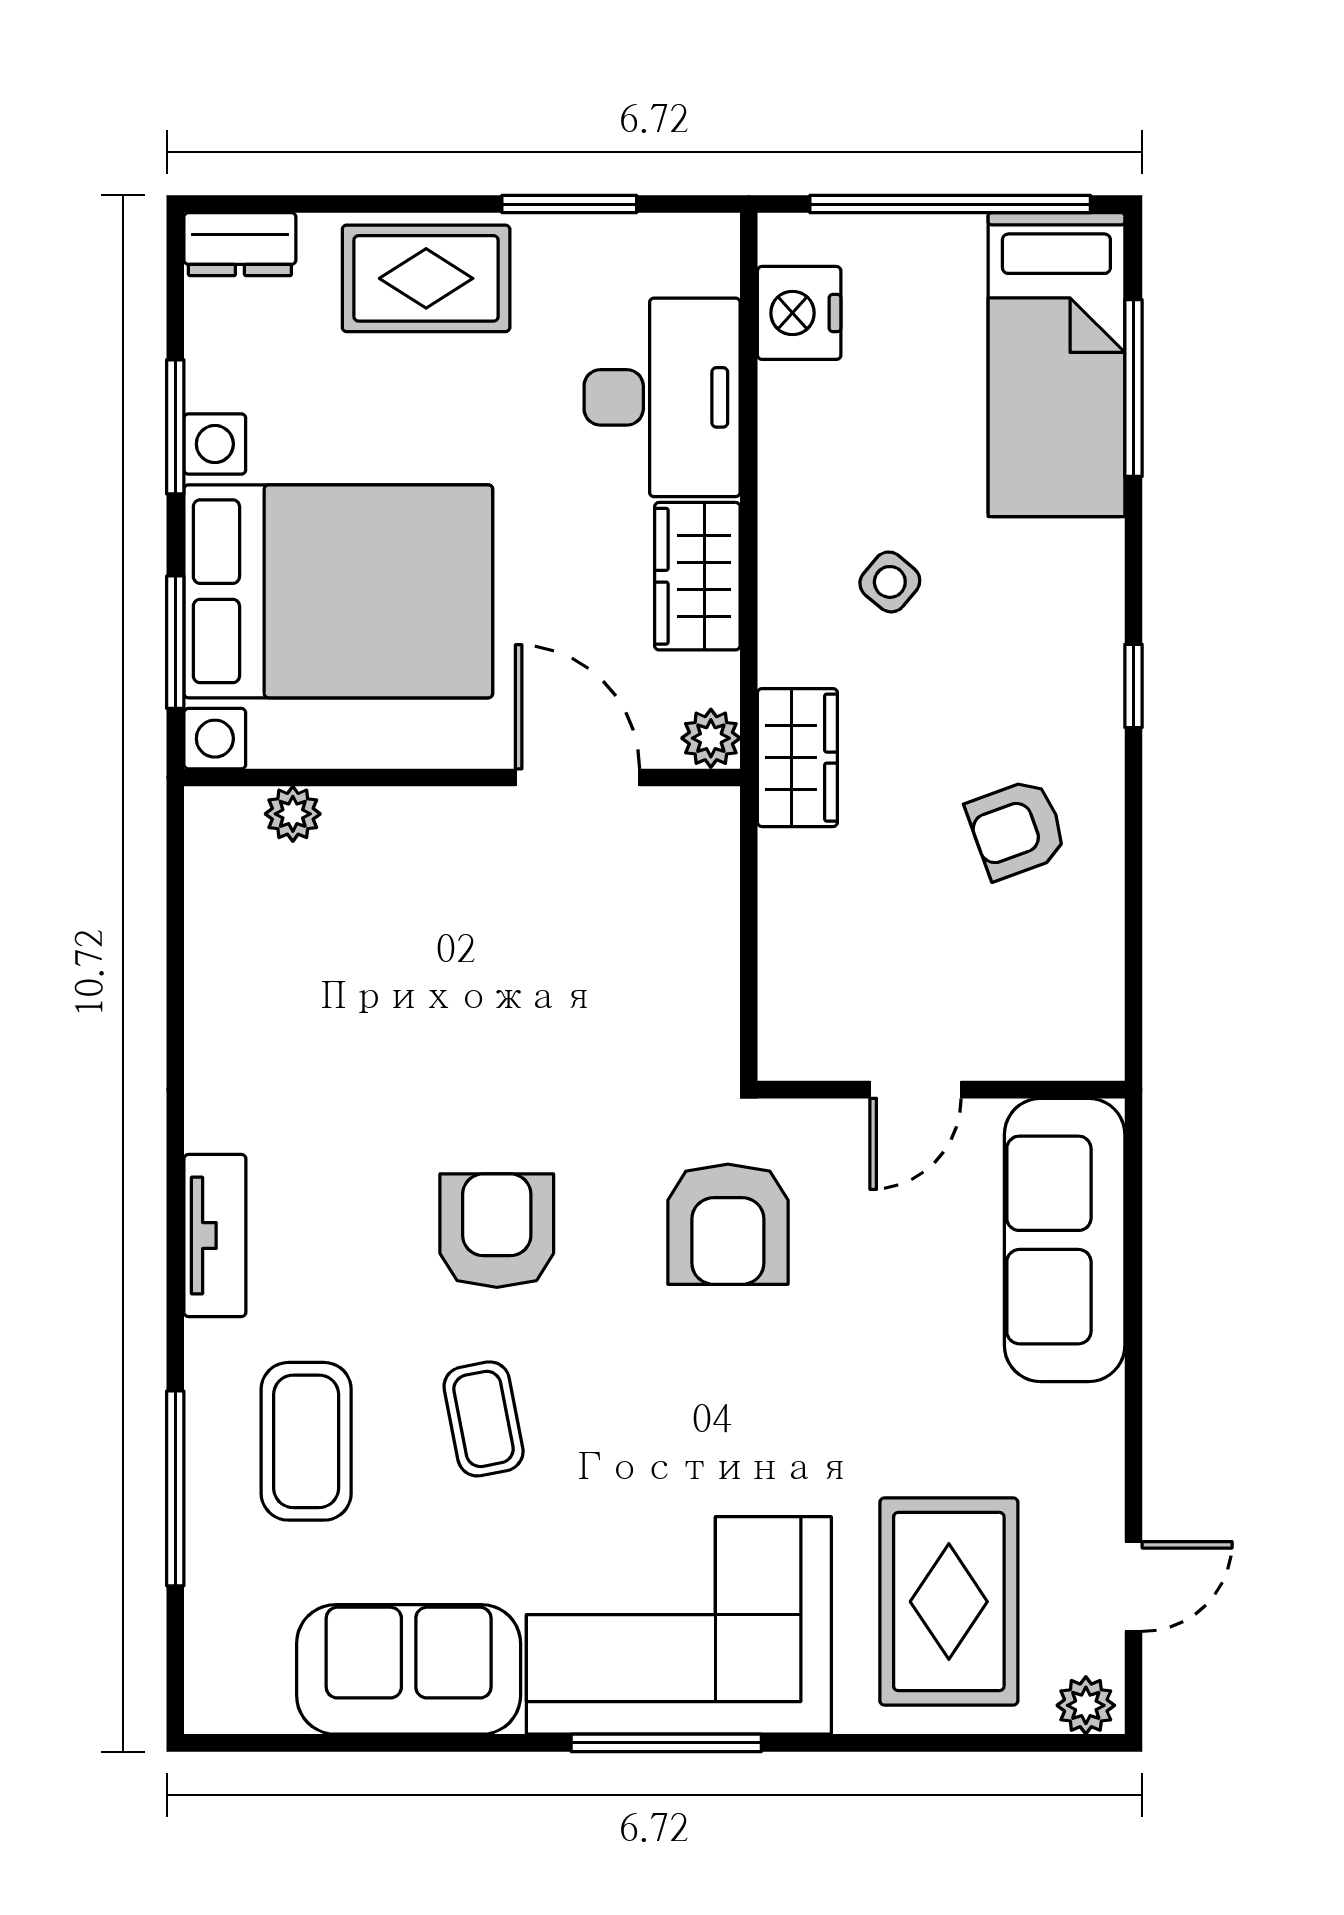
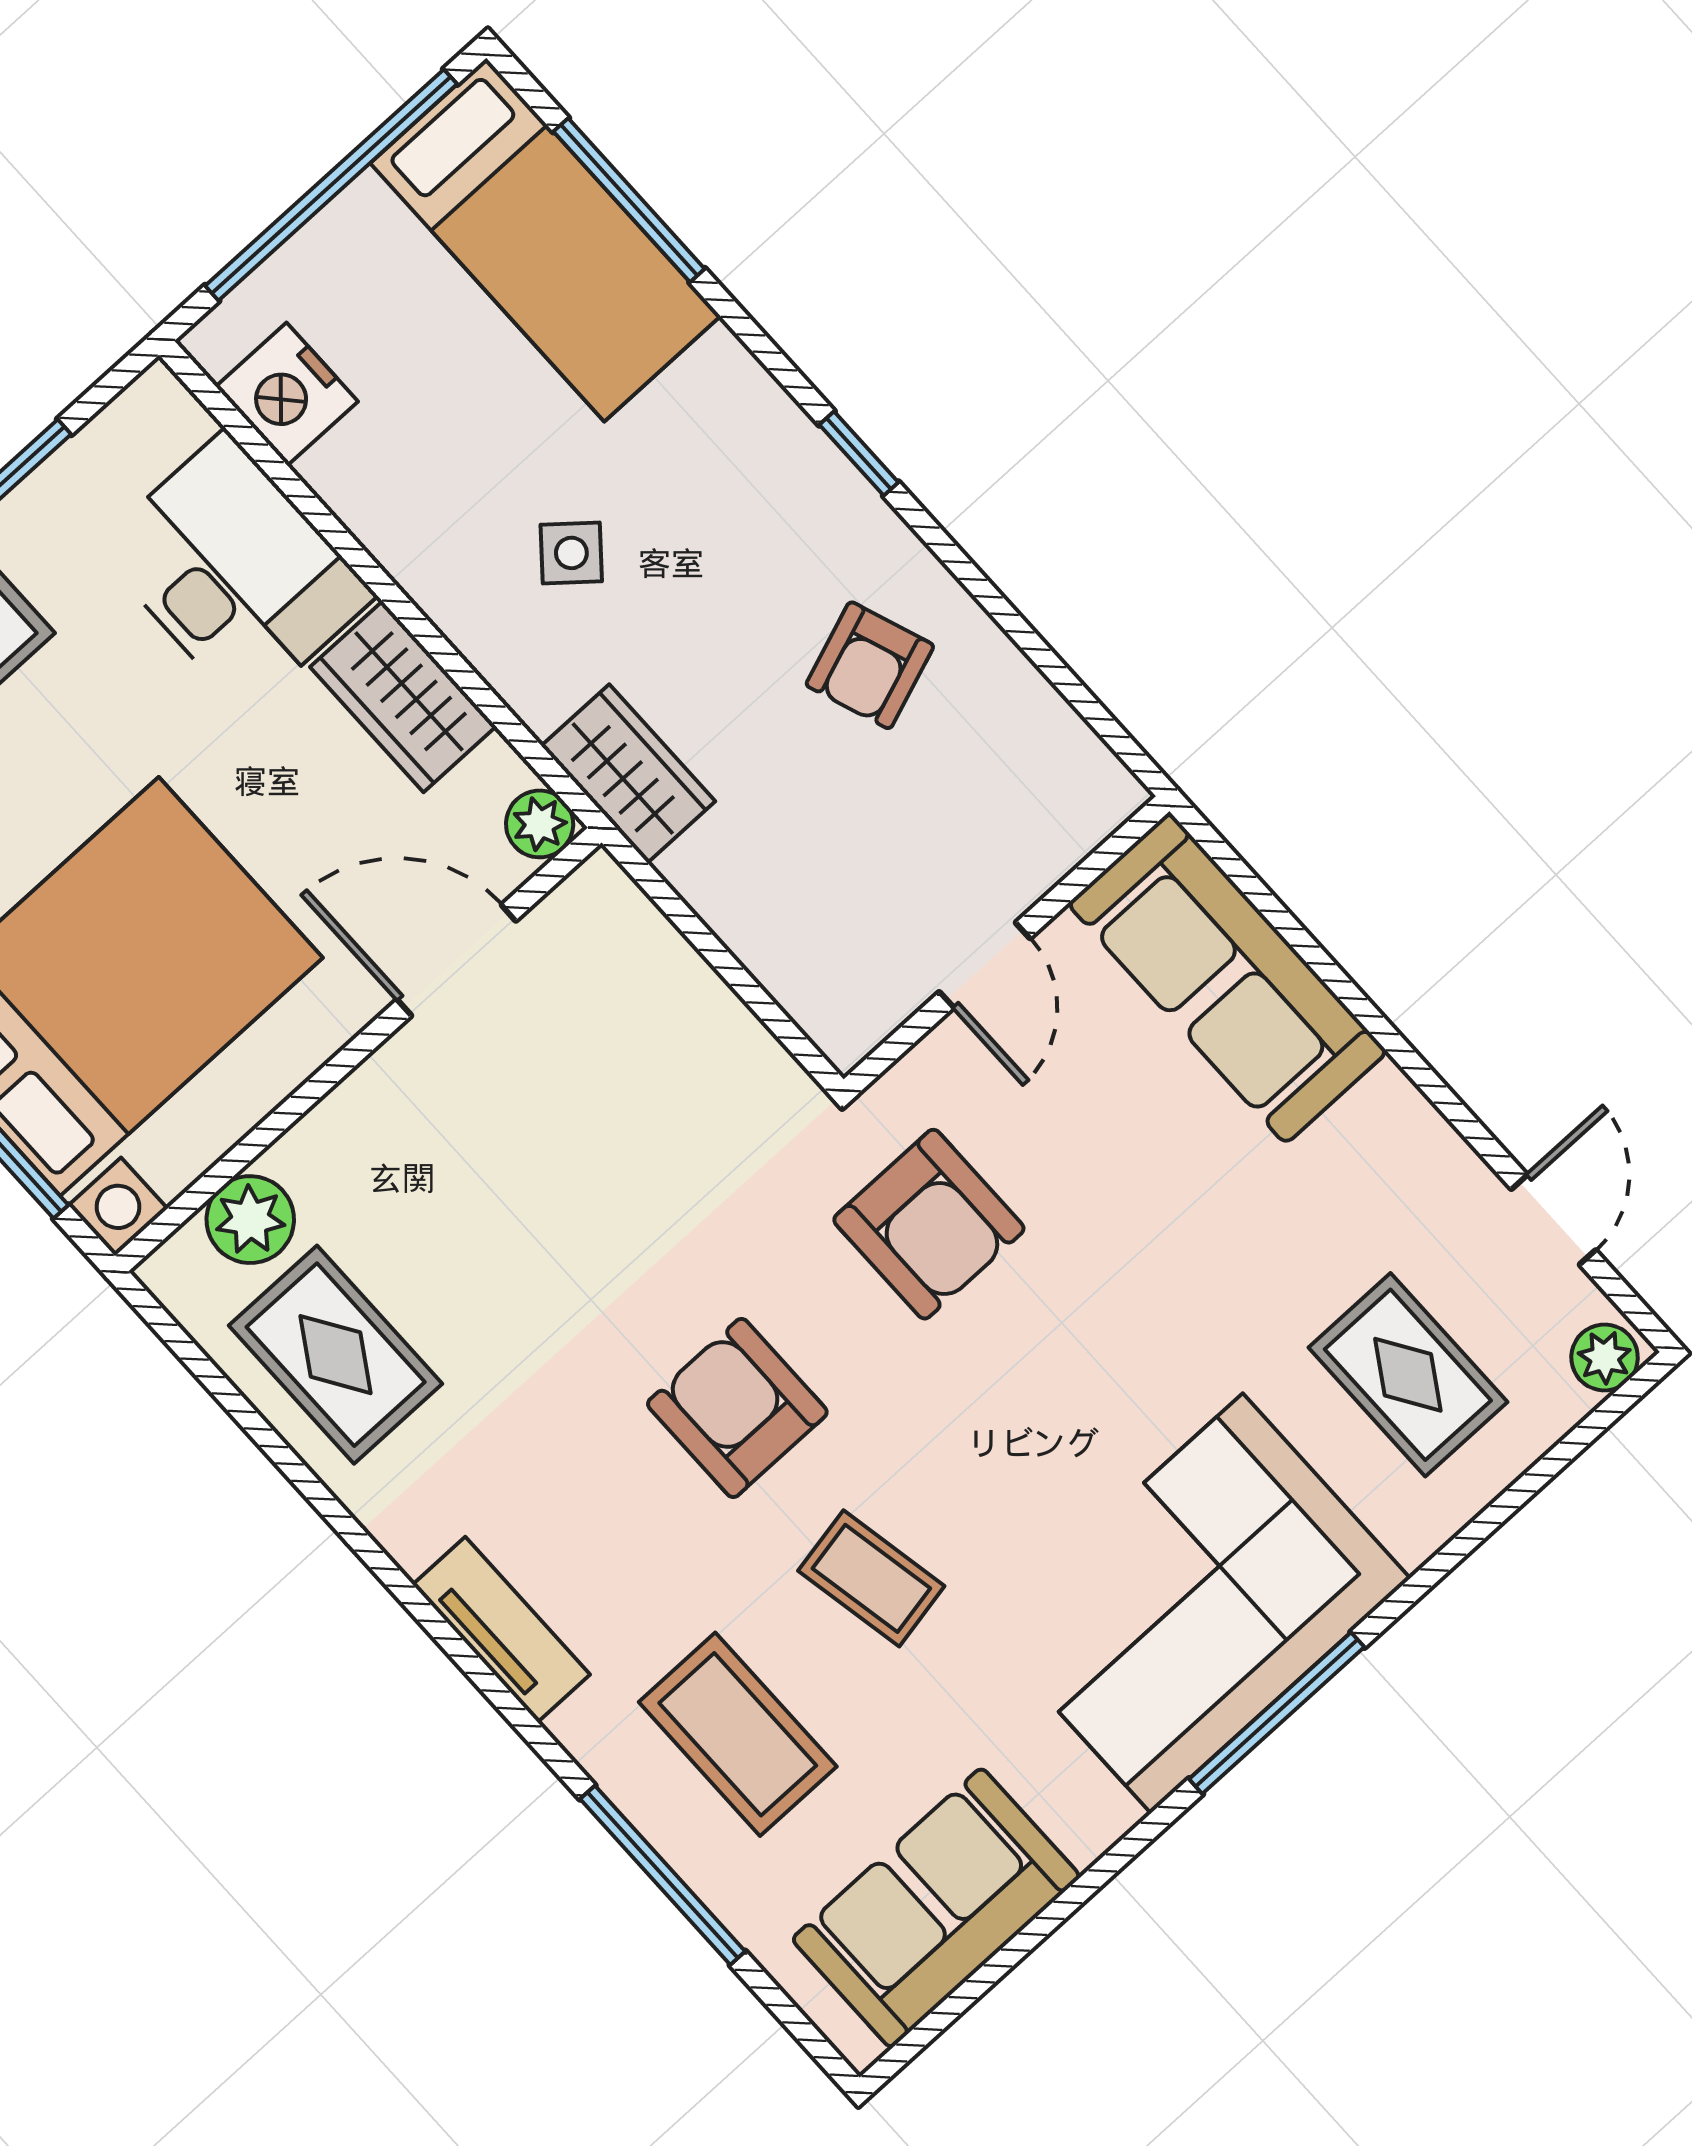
plant: (293, 814) -> (250, 1220), width x1.38, depth x1.38
rug: (269, 961) -> (336, 1355), added
rug: (949, 1602) -> (1408, 1375), width x0.73, depth x0.70
sofa: (409, 1669) -> (936, 1908), moved

